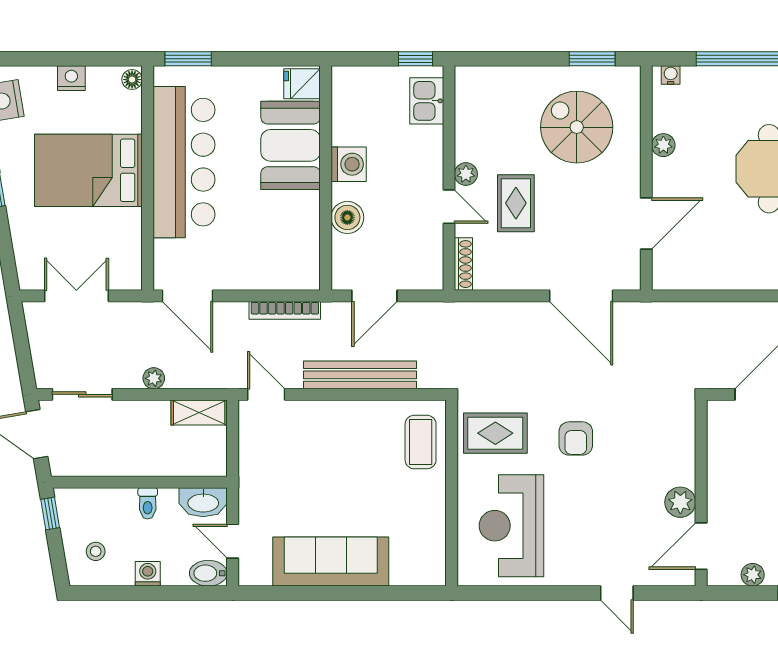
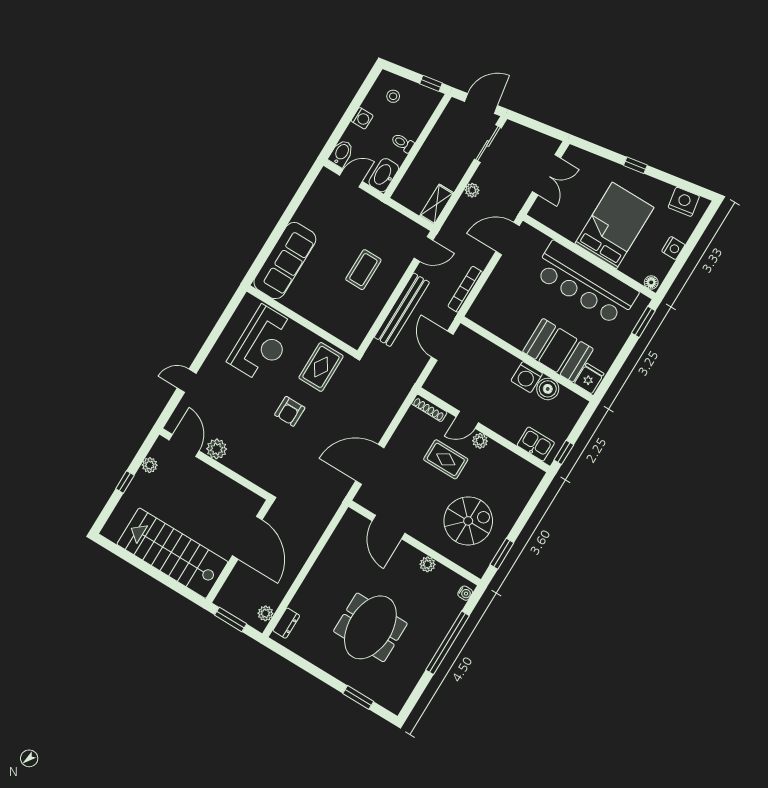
boiler: (347, 217) -> (548, 389), moved
armchair: (576, 438) -> (290, 411), turned -90
coffee table: (421, 442) -> (363, 270), moved, turned 90
reception desk: (511, 526) -> (262, 344), turned 90
sofa: (331, 562) -> (285, 261), moved

